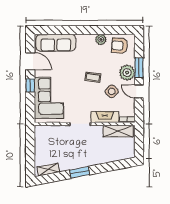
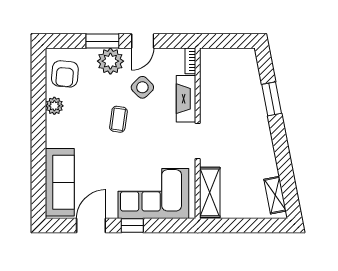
shelving: (118, 131) -> (210, 192), moved
window: (80, 172) -> (272, 99), moved

